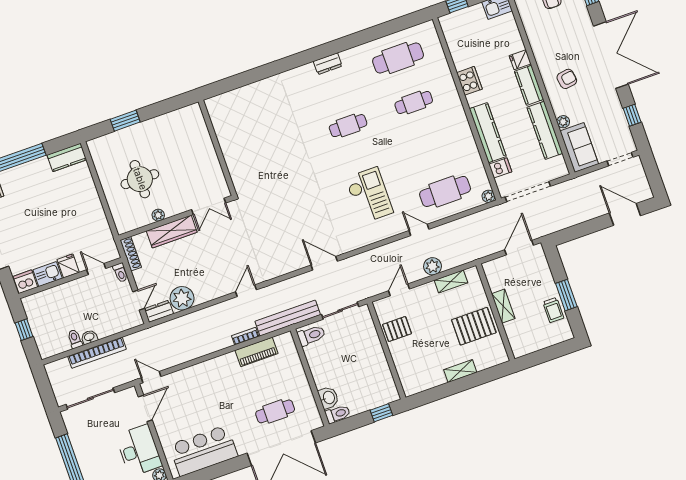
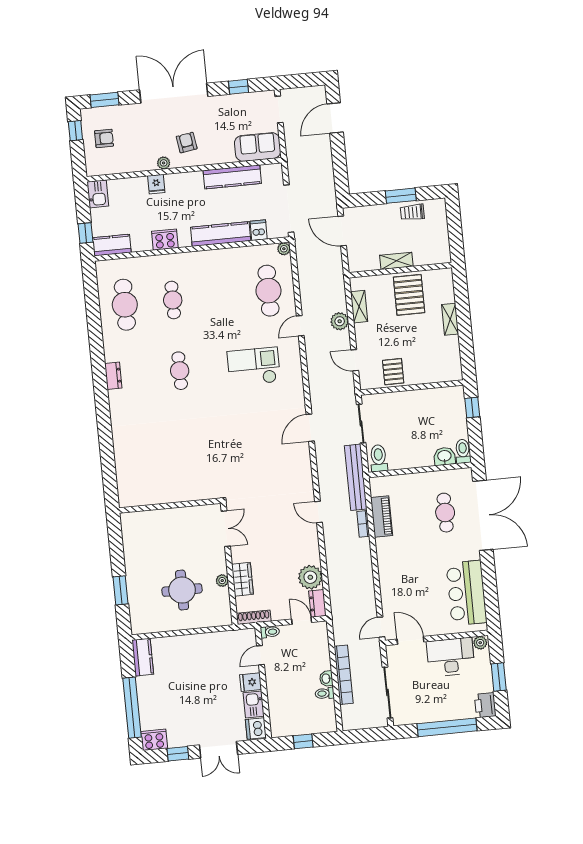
kitchen counter: (529, 85) -> (112, 245), moved, turned 180
plant: (563, 122) -> (164, 163), moved
wardrobe: (172, 232) -> (242, 579), width x0.67
trolley: (553, 310) -> (412, 212), turned 180

